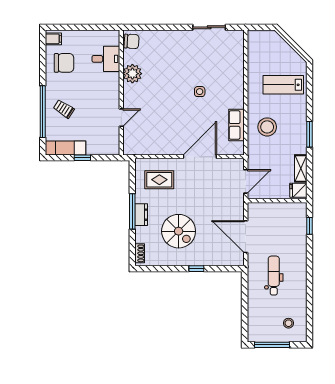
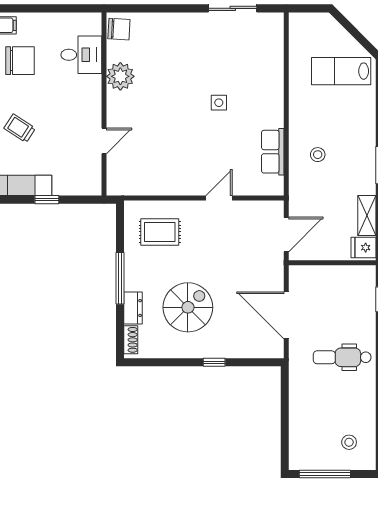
lab bench: (283, 85) -> (341, 71), moved
stool: (267, 127) -> (318, 155), width x0.53, depth x0.53
door: (200, 157) -> (219, 198), width x0.53
dresser: (141, 215) -> (133, 308), moved
spiral stairs: (179, 231) -> (188, 307), turned -90
dental chair: (274, 276) -> (342, 357), moved, turned -90

